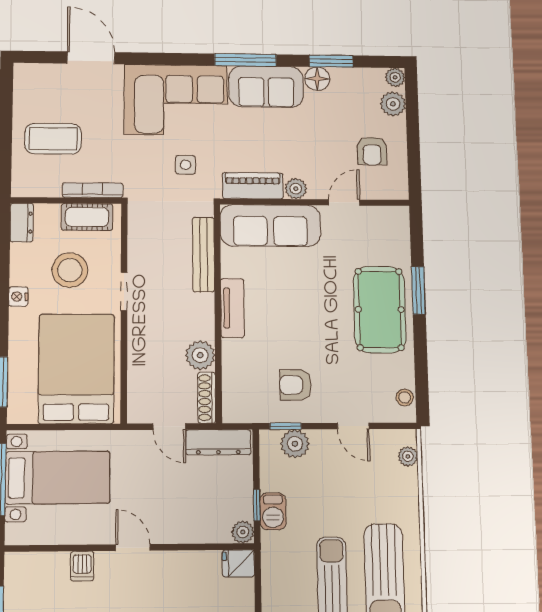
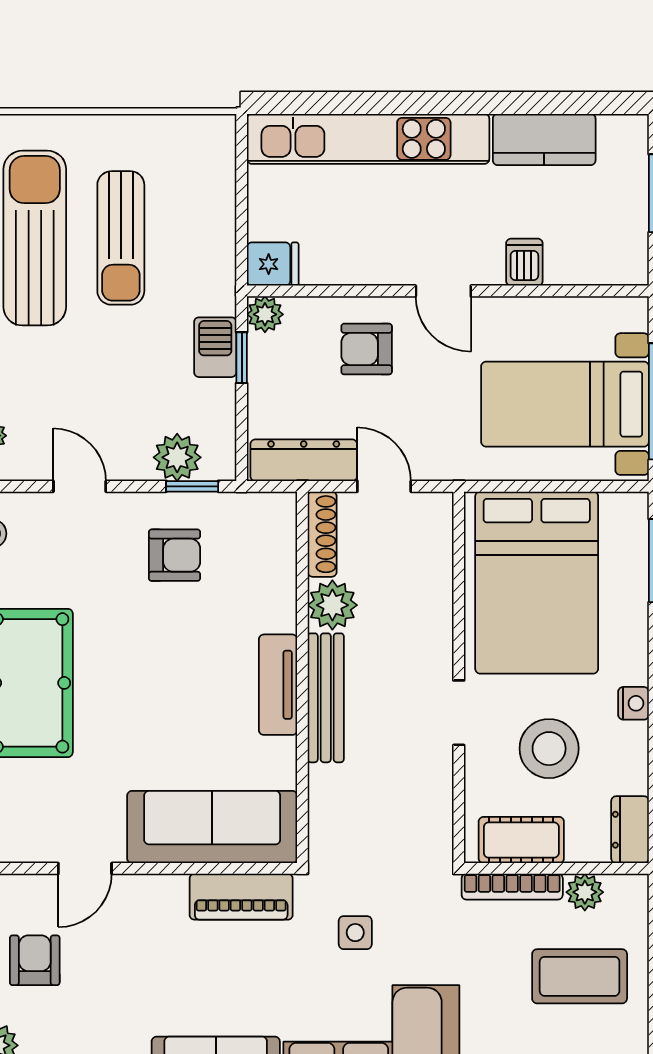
plant: (296, 189) -> (585, 892), moved
bench: (204, 254) -> (326, 698), moved
armchair: (180, 511) -> (367, 349), added

